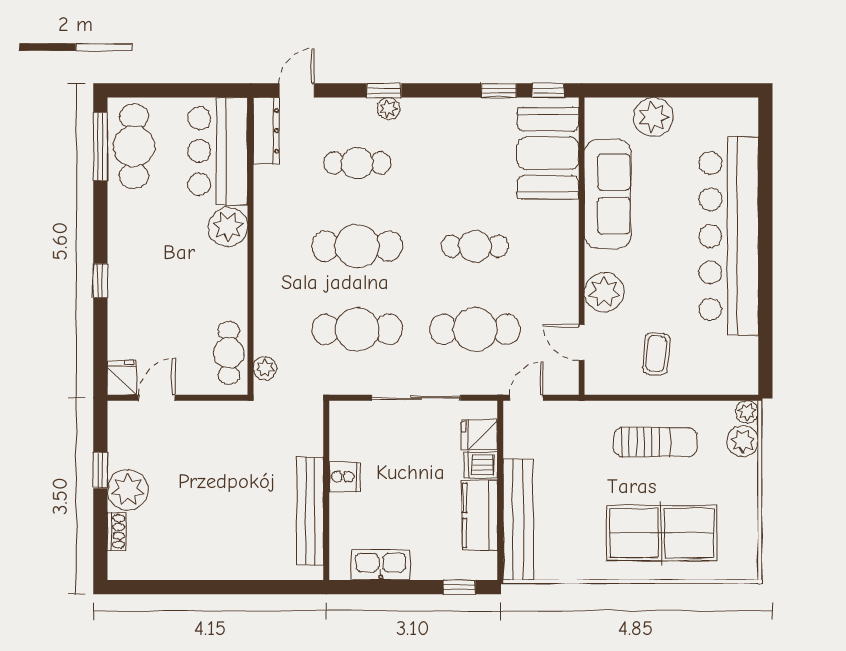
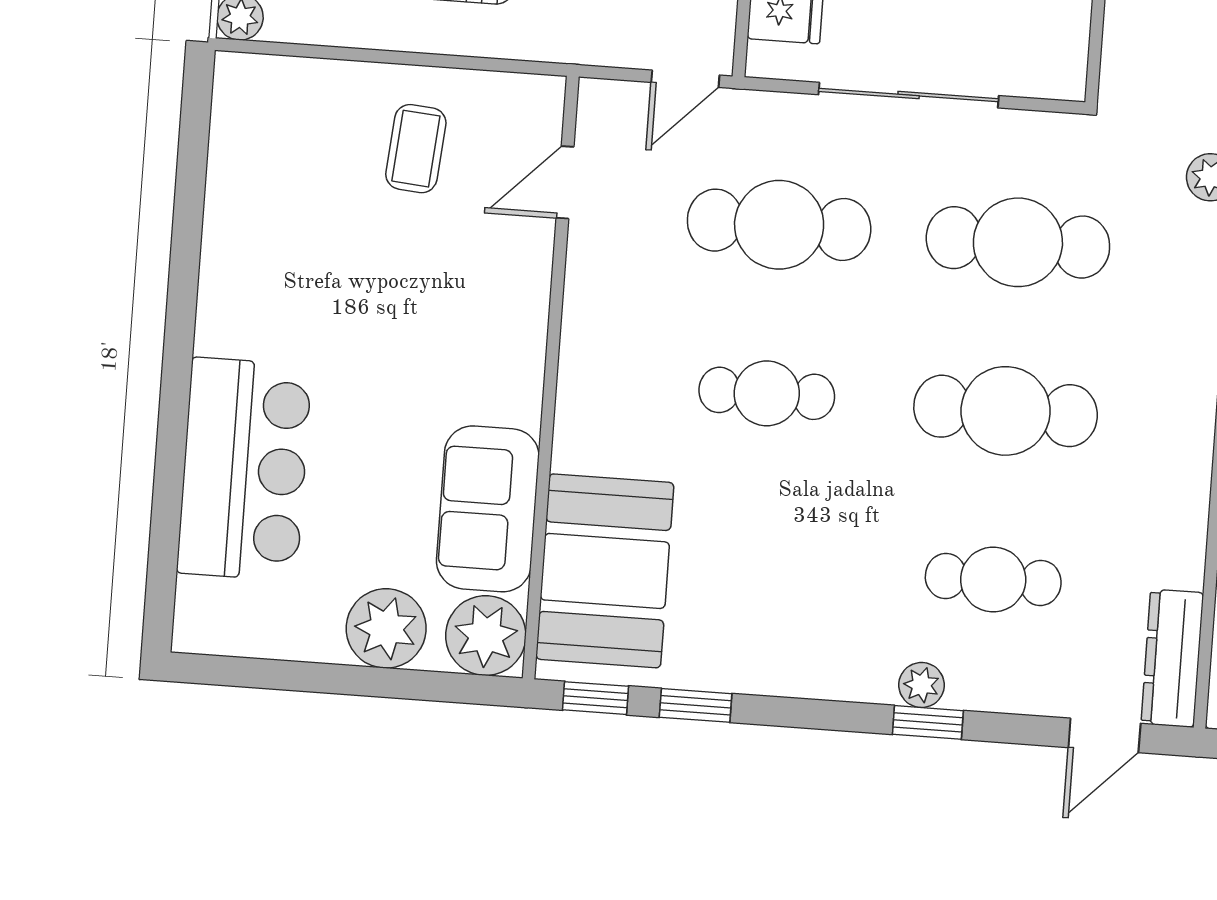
sofa: (608, 194) -> (488, 509), width x0.73
bar counter: (729, 236) -> (244, 469), width x0.54
plant: (604, 292) -> (486, 636), moved
door: (582, 343) -> (565, 182), swing flipped

